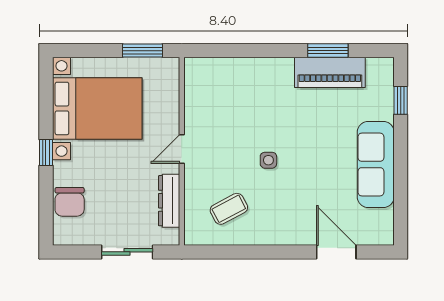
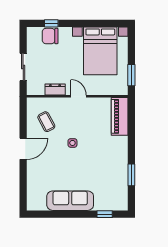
piano: (330, 72) -> (120, 116), moved
window: (46, 152) -> (51, 23), moved
dresser: (169, 201) -> (55, 90), width x0.70
door: (336, 252) -> (23, 149), moved

